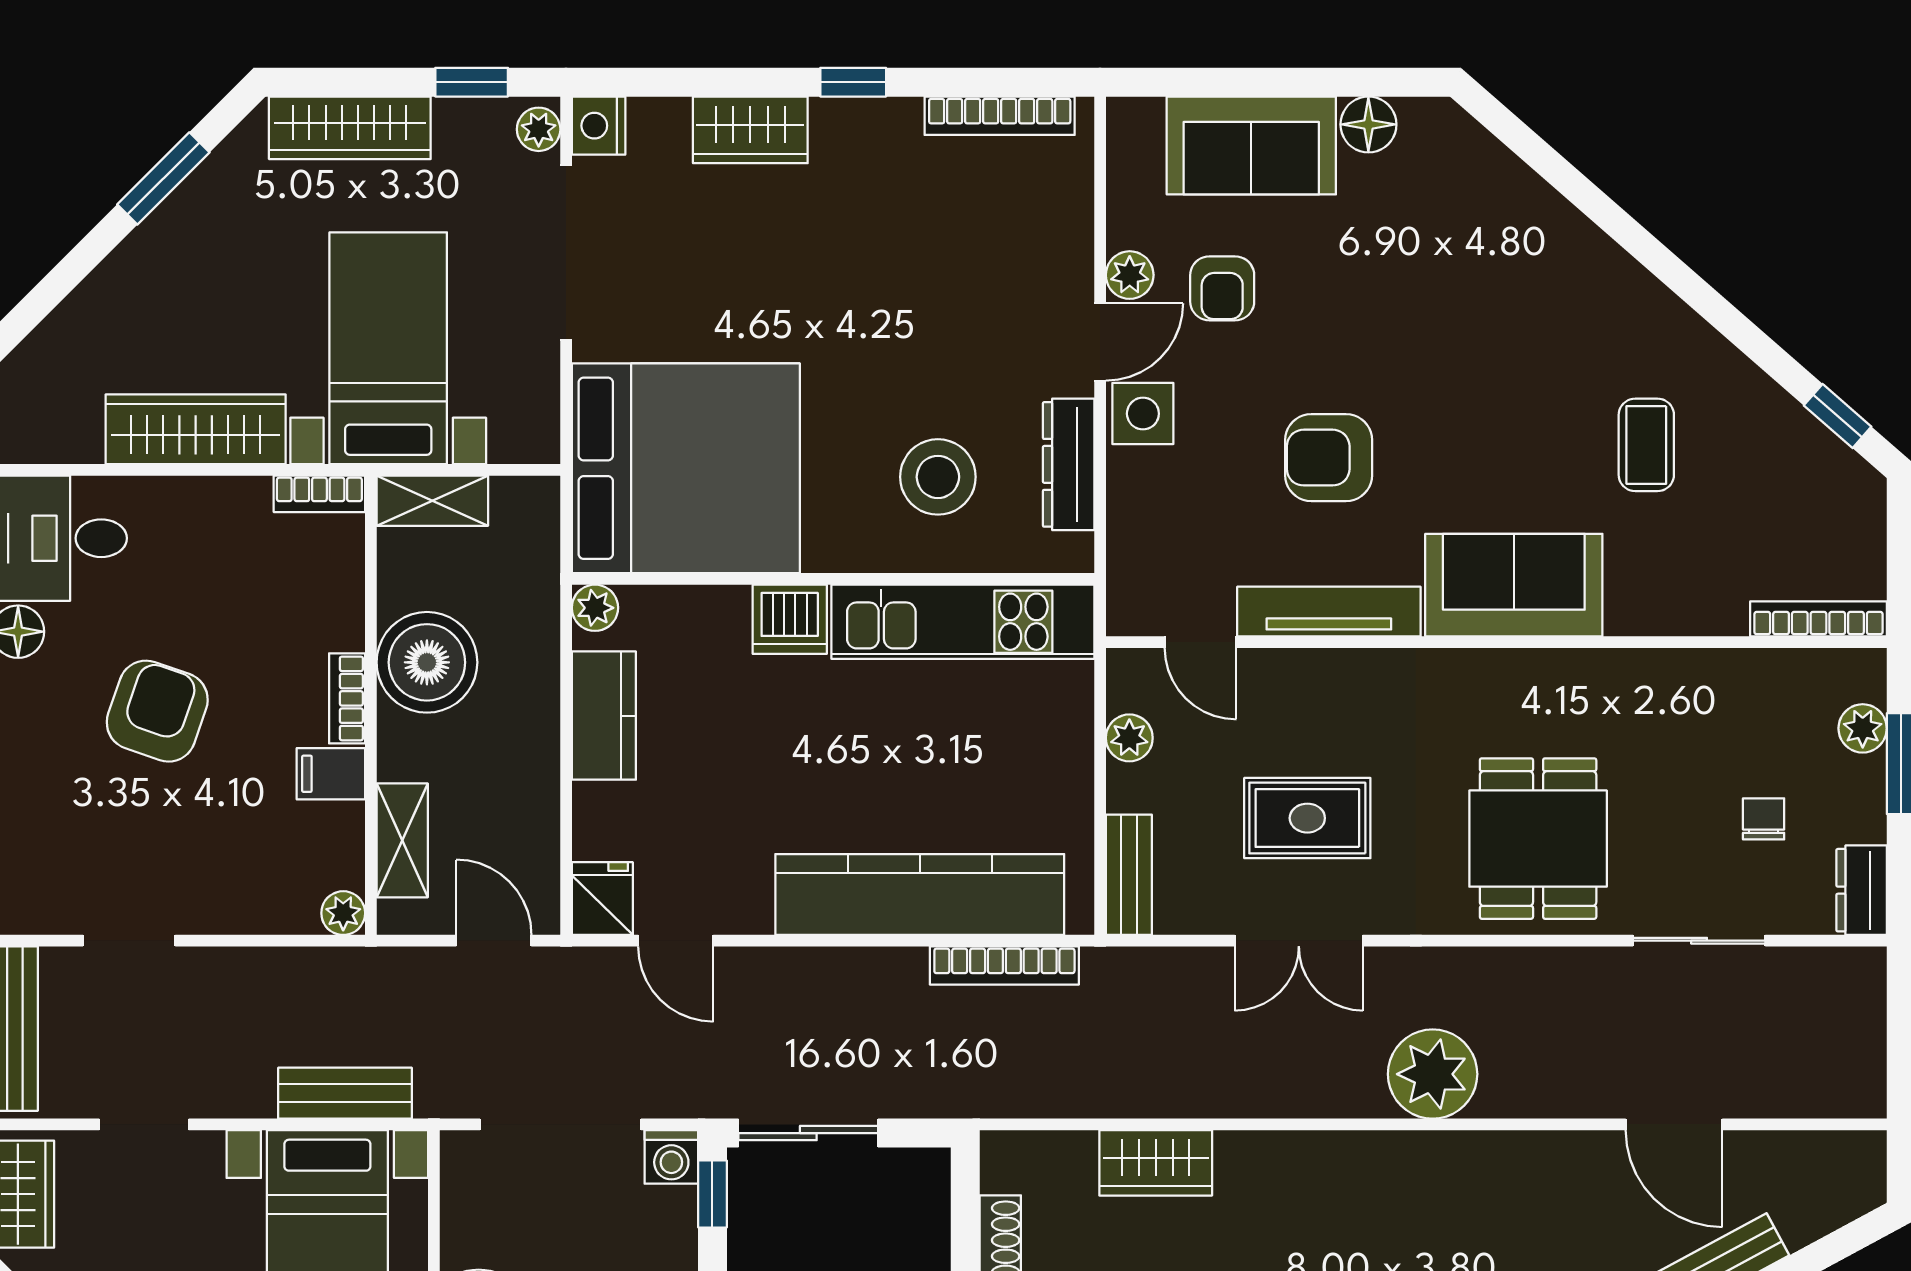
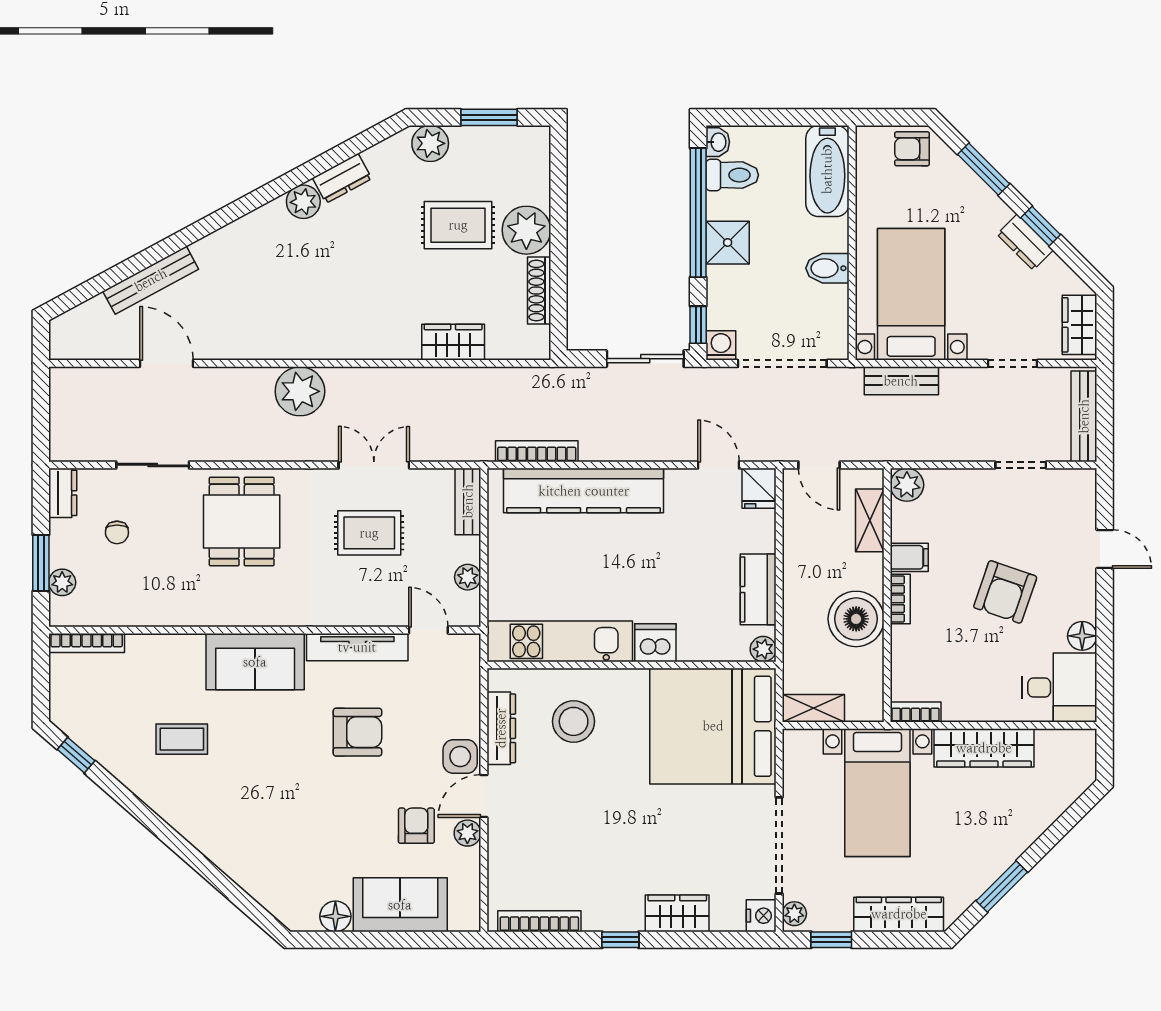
coffee table: (1646, 445) -> (182, 739), turned 90
shelving: (432, 501) -> (814, 708), moved
plant: (343, 913) -> (907, 485), width x1.38, depth x1.38

